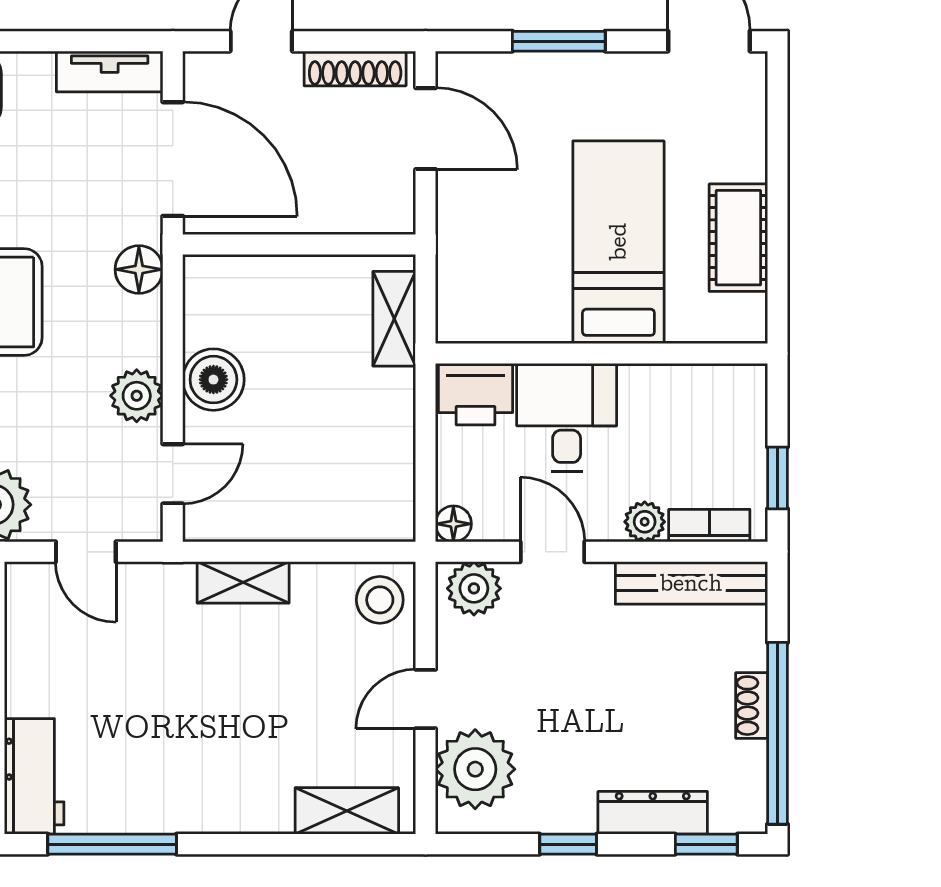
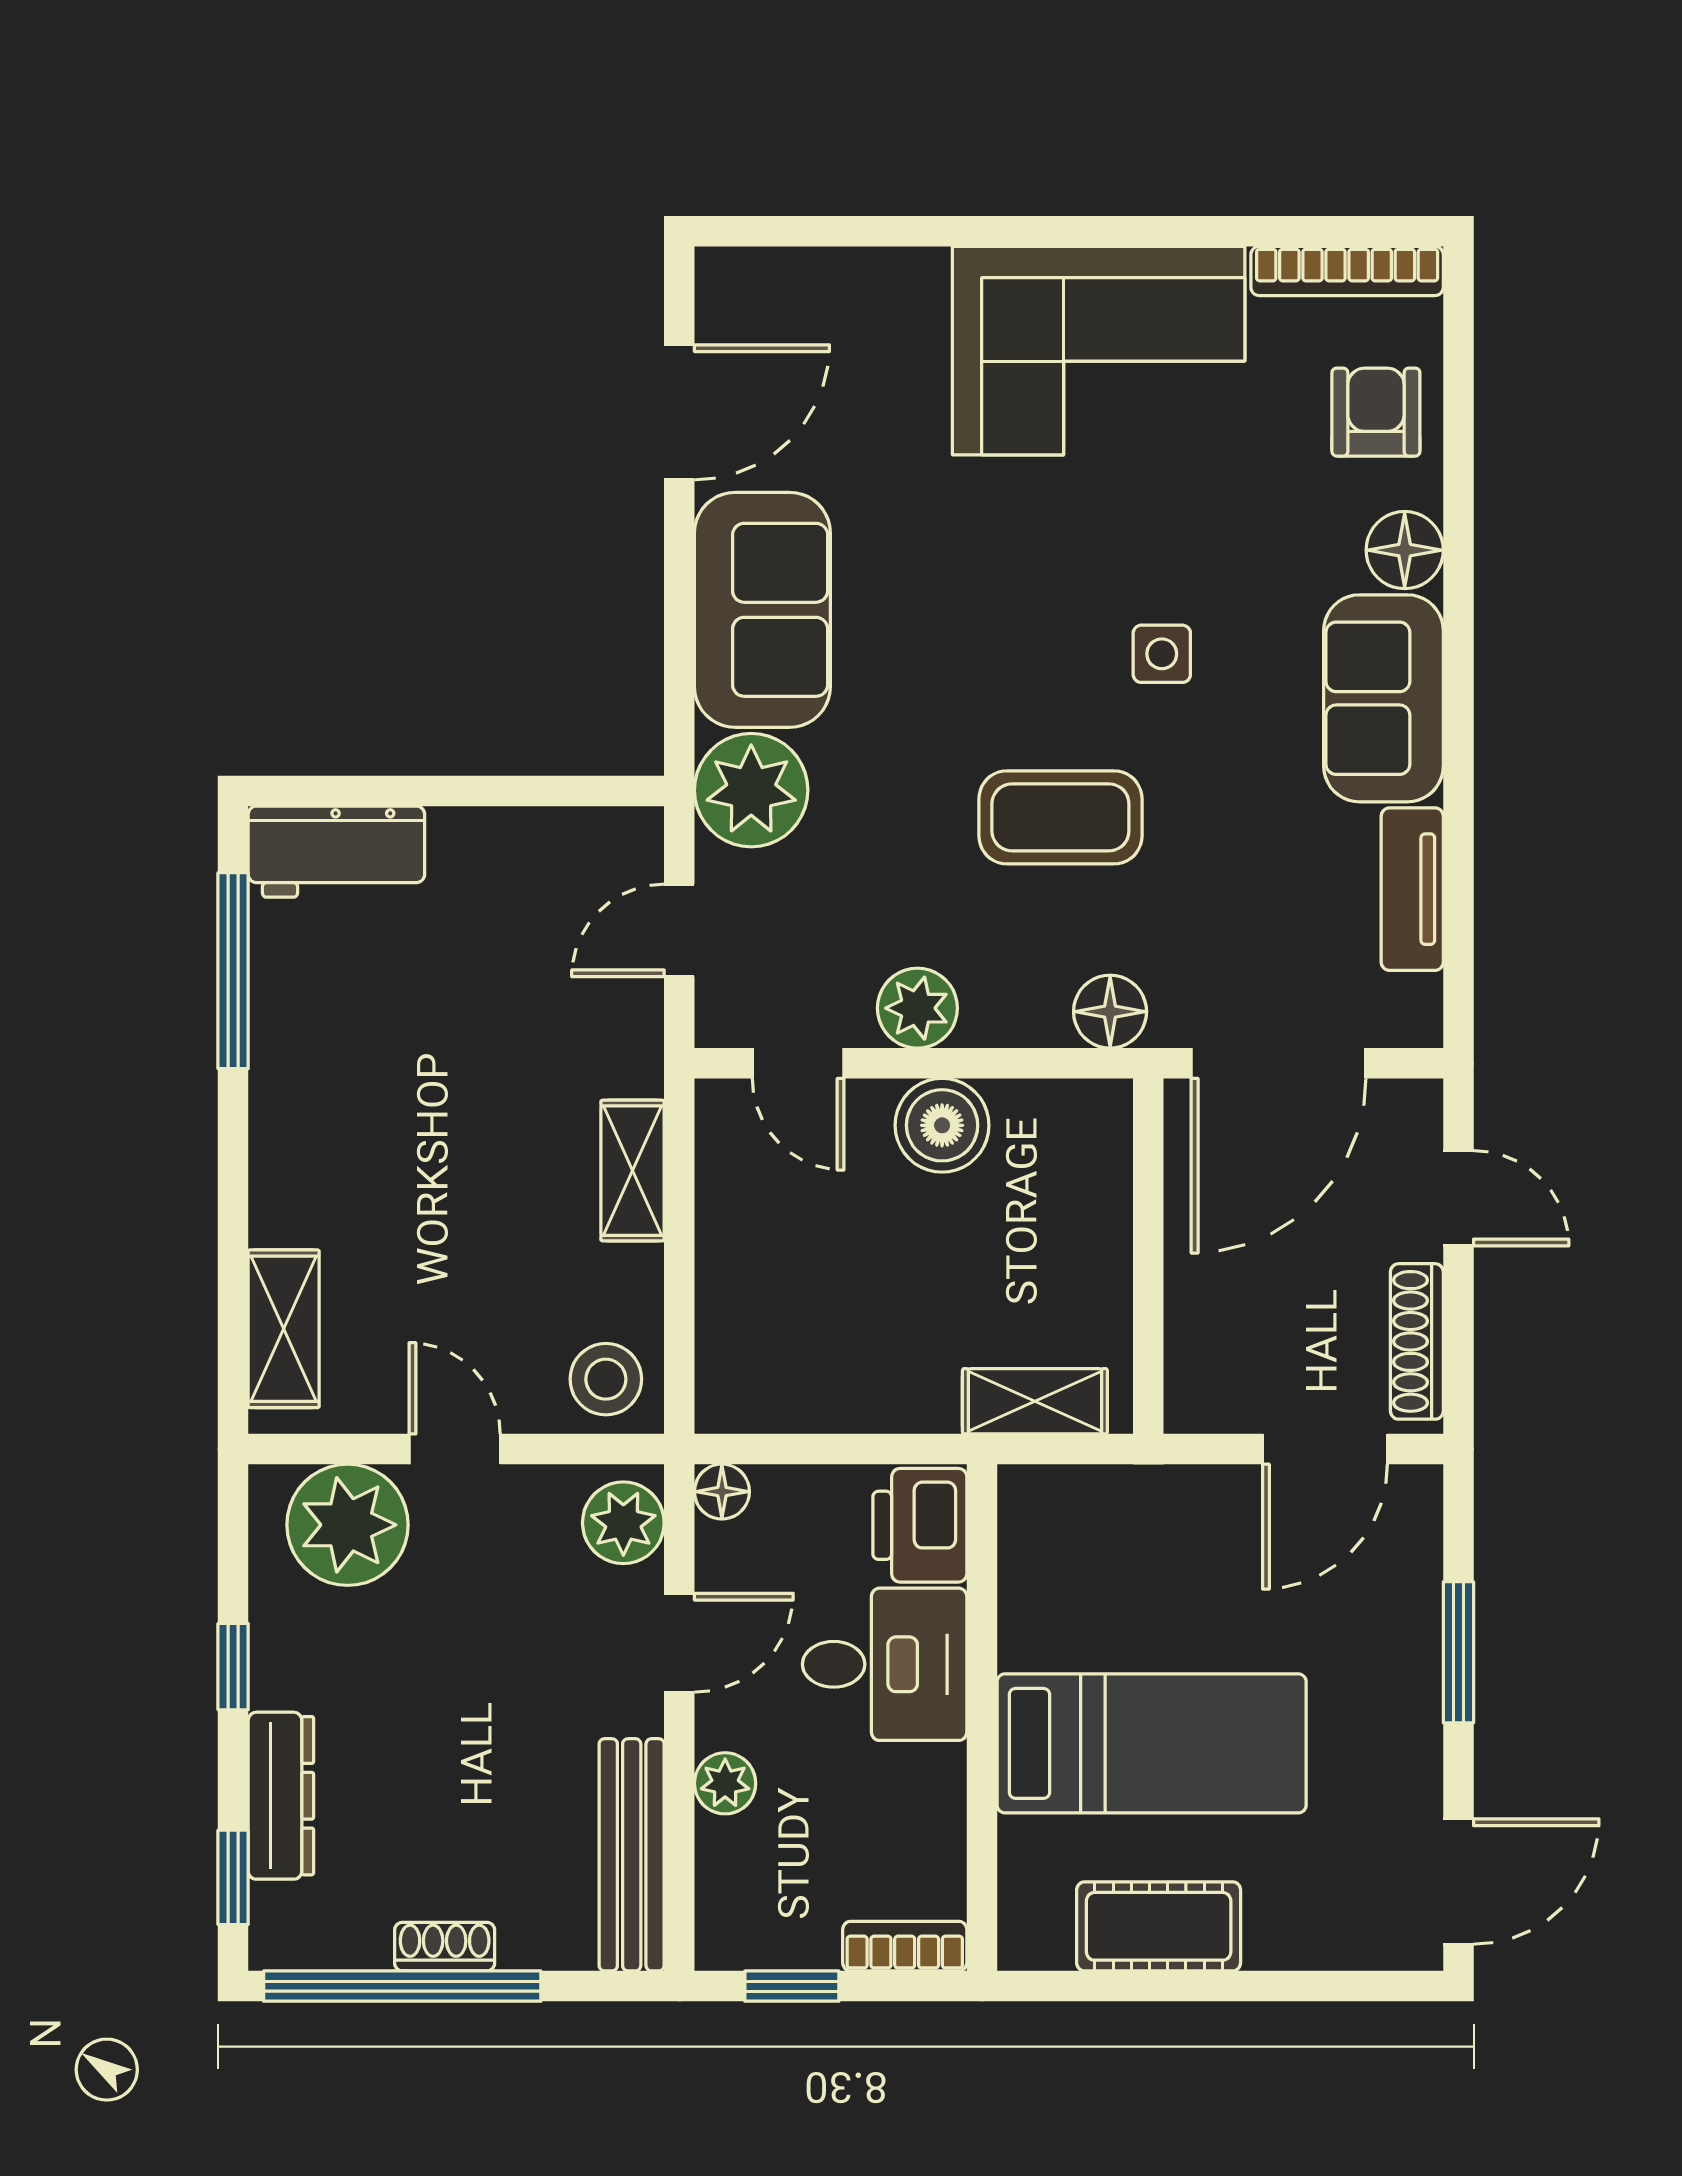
tv unit: (110, 71) -> (1412, 889), moved
bookcase: (709, 526) -> (905, 1946), moved, turned -90

